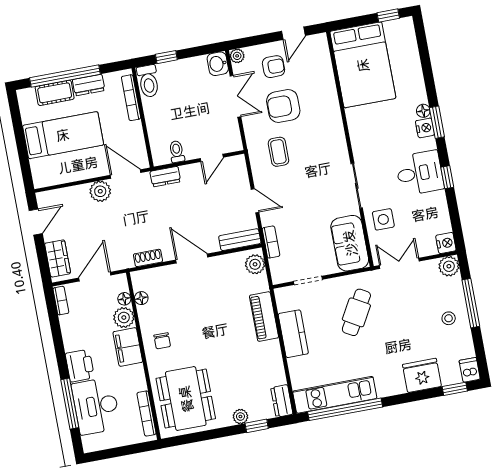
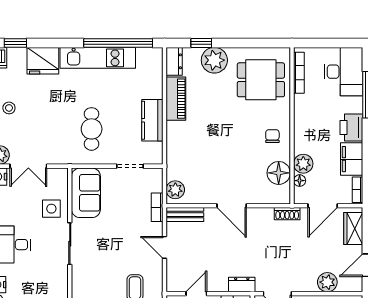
plant: (100, 191) -> (327, 282), moved
shoe rack: (148, 258) -> (287, 214), moved
double door: (399, 263) -> (28, 166), moved
floor lamp: (141, 298) -> (279, 173), width x1.89, depth x1.89
cafe table: (356, 312) -> (92, 129), turned -30
piano: (264, 317) -> (176, 99), moved
filing cabinet: (128, 347) -> (352, 159), moved, turned 180
kitchen unit: (335, 395) -> (98, 58), moved
dining table: (186, 399) -> (261, 80), width x0.73
desk: (96, 406) -> (343, 72), moved
plant: (240, 417) -> (214, 60), width x1.87, depth x1.87

